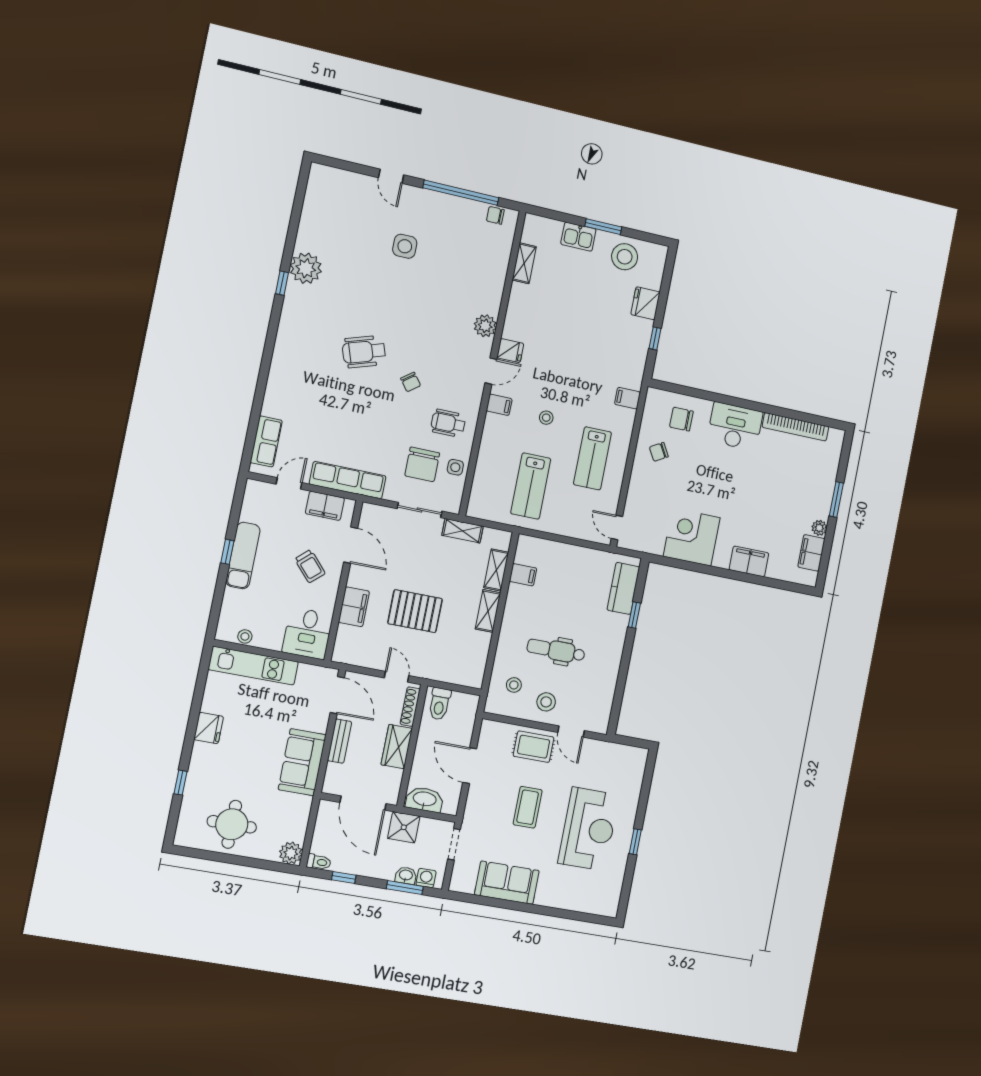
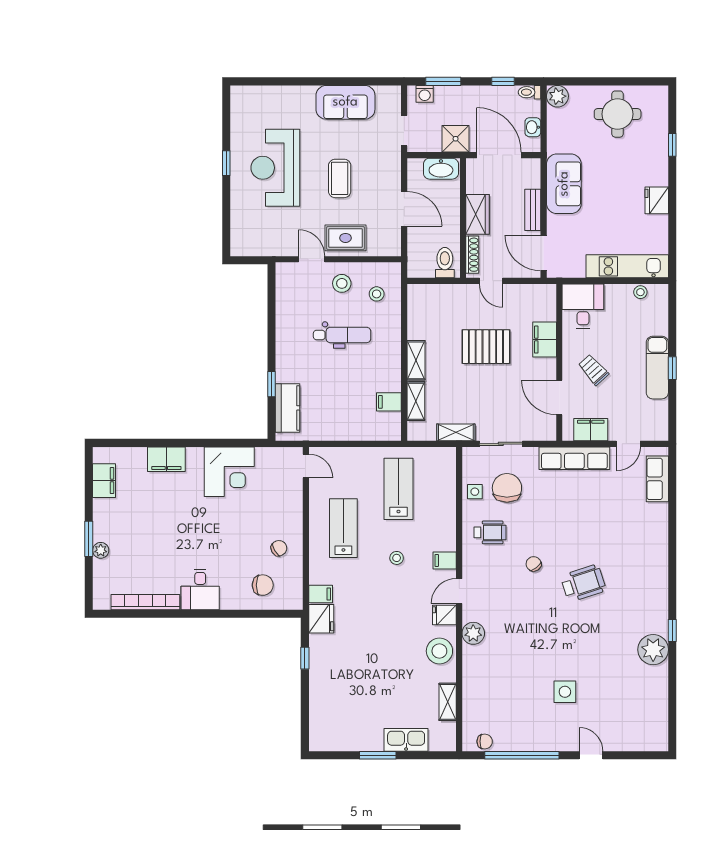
kitchen sink: (578, 237) -> (406, 740), width x1.38
stool: (625, 257) -> (439, 651), moved
fridge: (645, 303) -> (321, 619), moved
desk: (735, 426) -> (200, 589), width x0.73
plant: (819, 528) -> (101, 550), moved
washbasin: (406, 875) -> (533, 127), moved, turned 90

